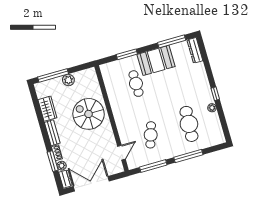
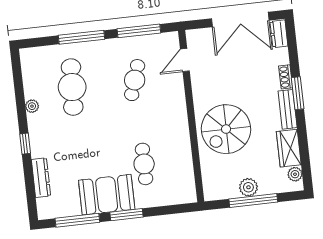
dresser: (195, 50) -> (41, 178), moved
window: (127, 54) -> (127, 215), moved
window: (53, 75) -> (253, 200), moved
window: (215, 94) -> (25, 144), moved
spiral stairs: (89, 114) -> (226, 129), turned 90
window: (53, 161) -> (298, 93), moved
plant: (62, 166) -> (295, 174), moved

